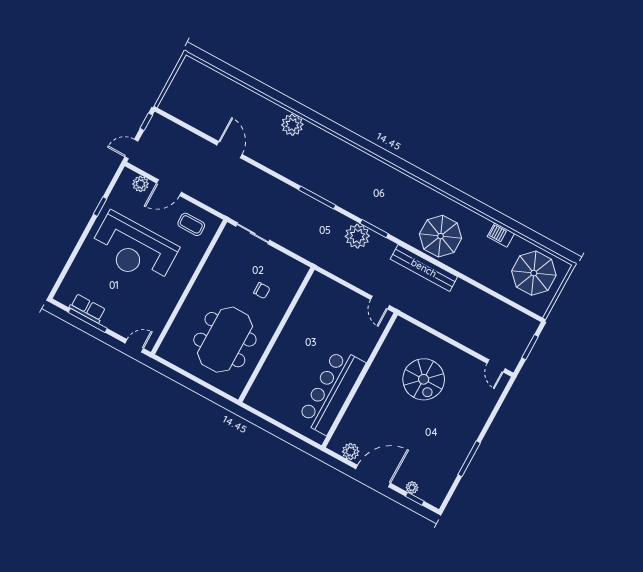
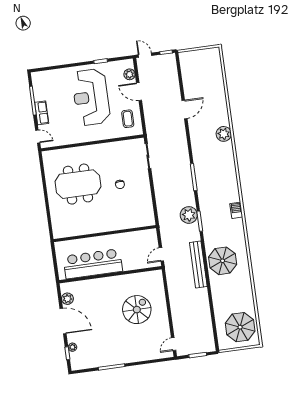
barbecue: (501, 235) -> (236, 210), moved
row of seats: (87, 308) -> (42, 113), moved
wall: (276, 335) -> (105, 234), moved
spiral stairs: (424, 379) -> (137, 310), turned 180

